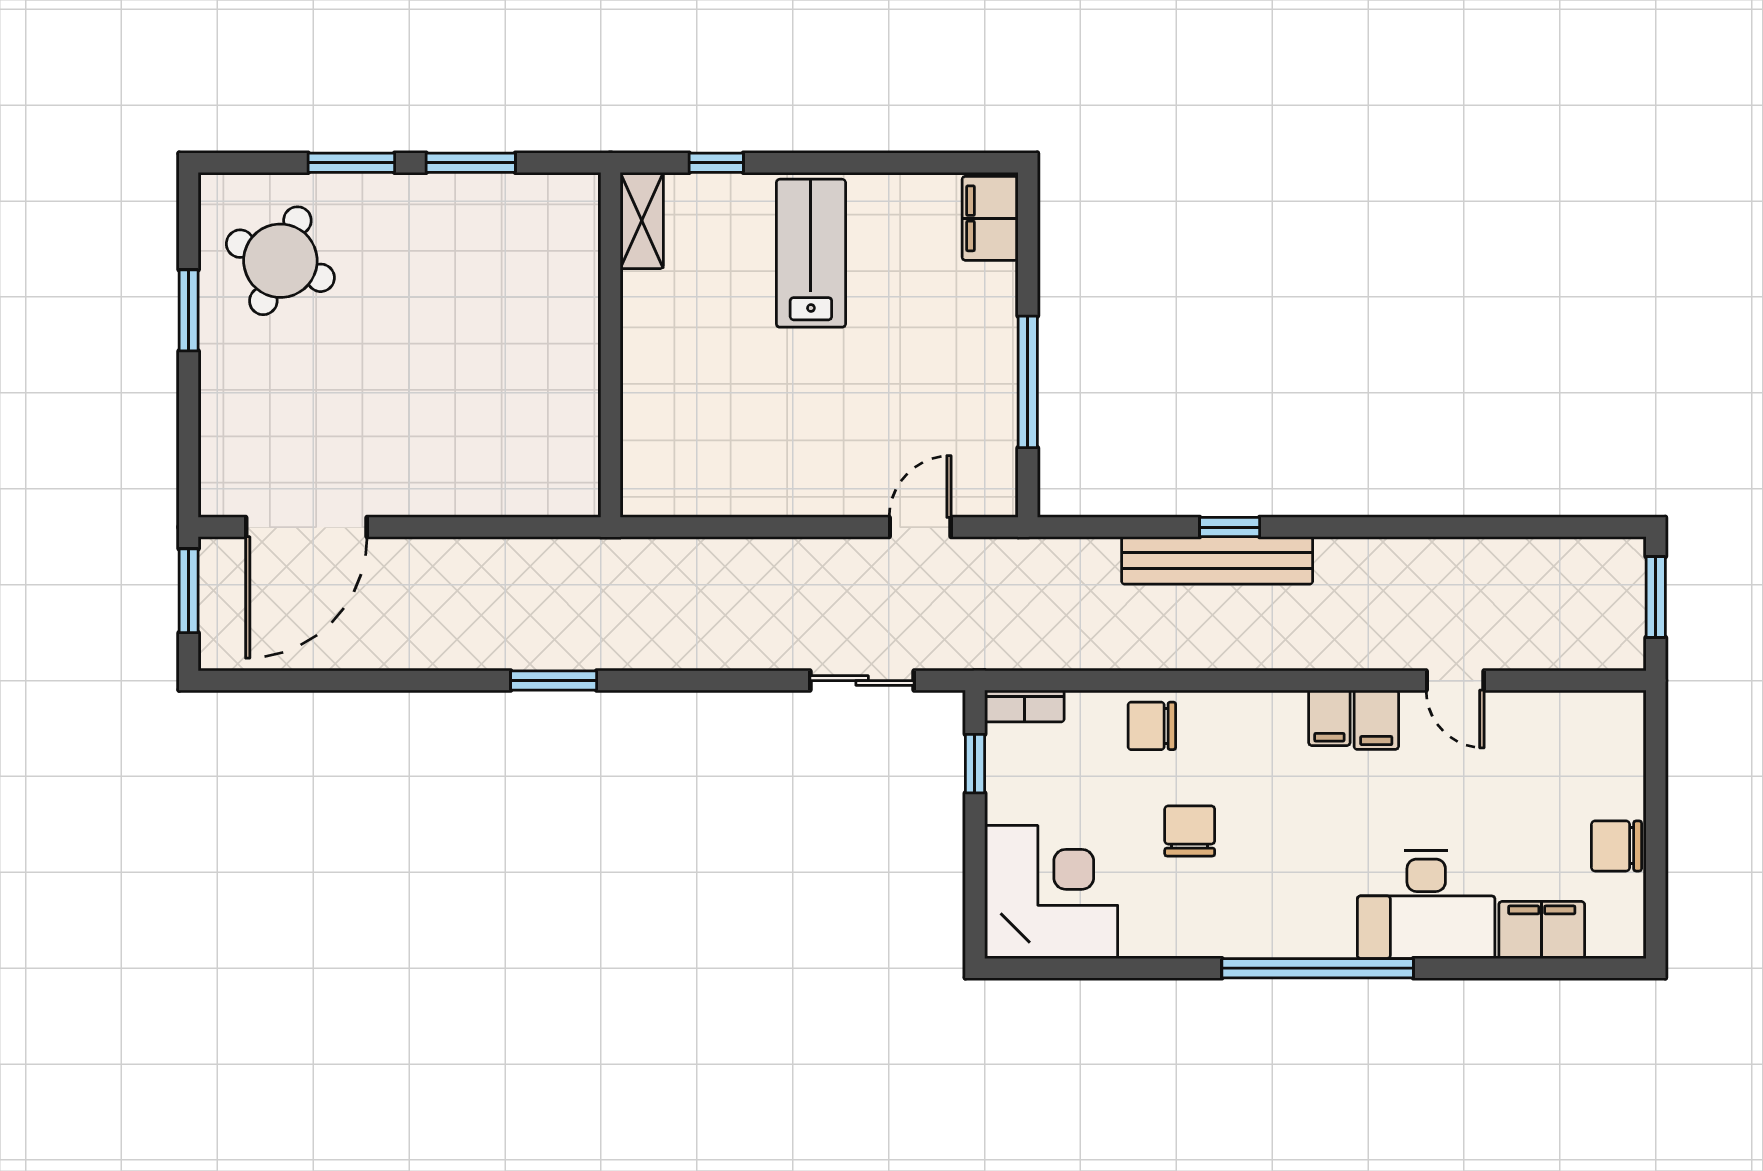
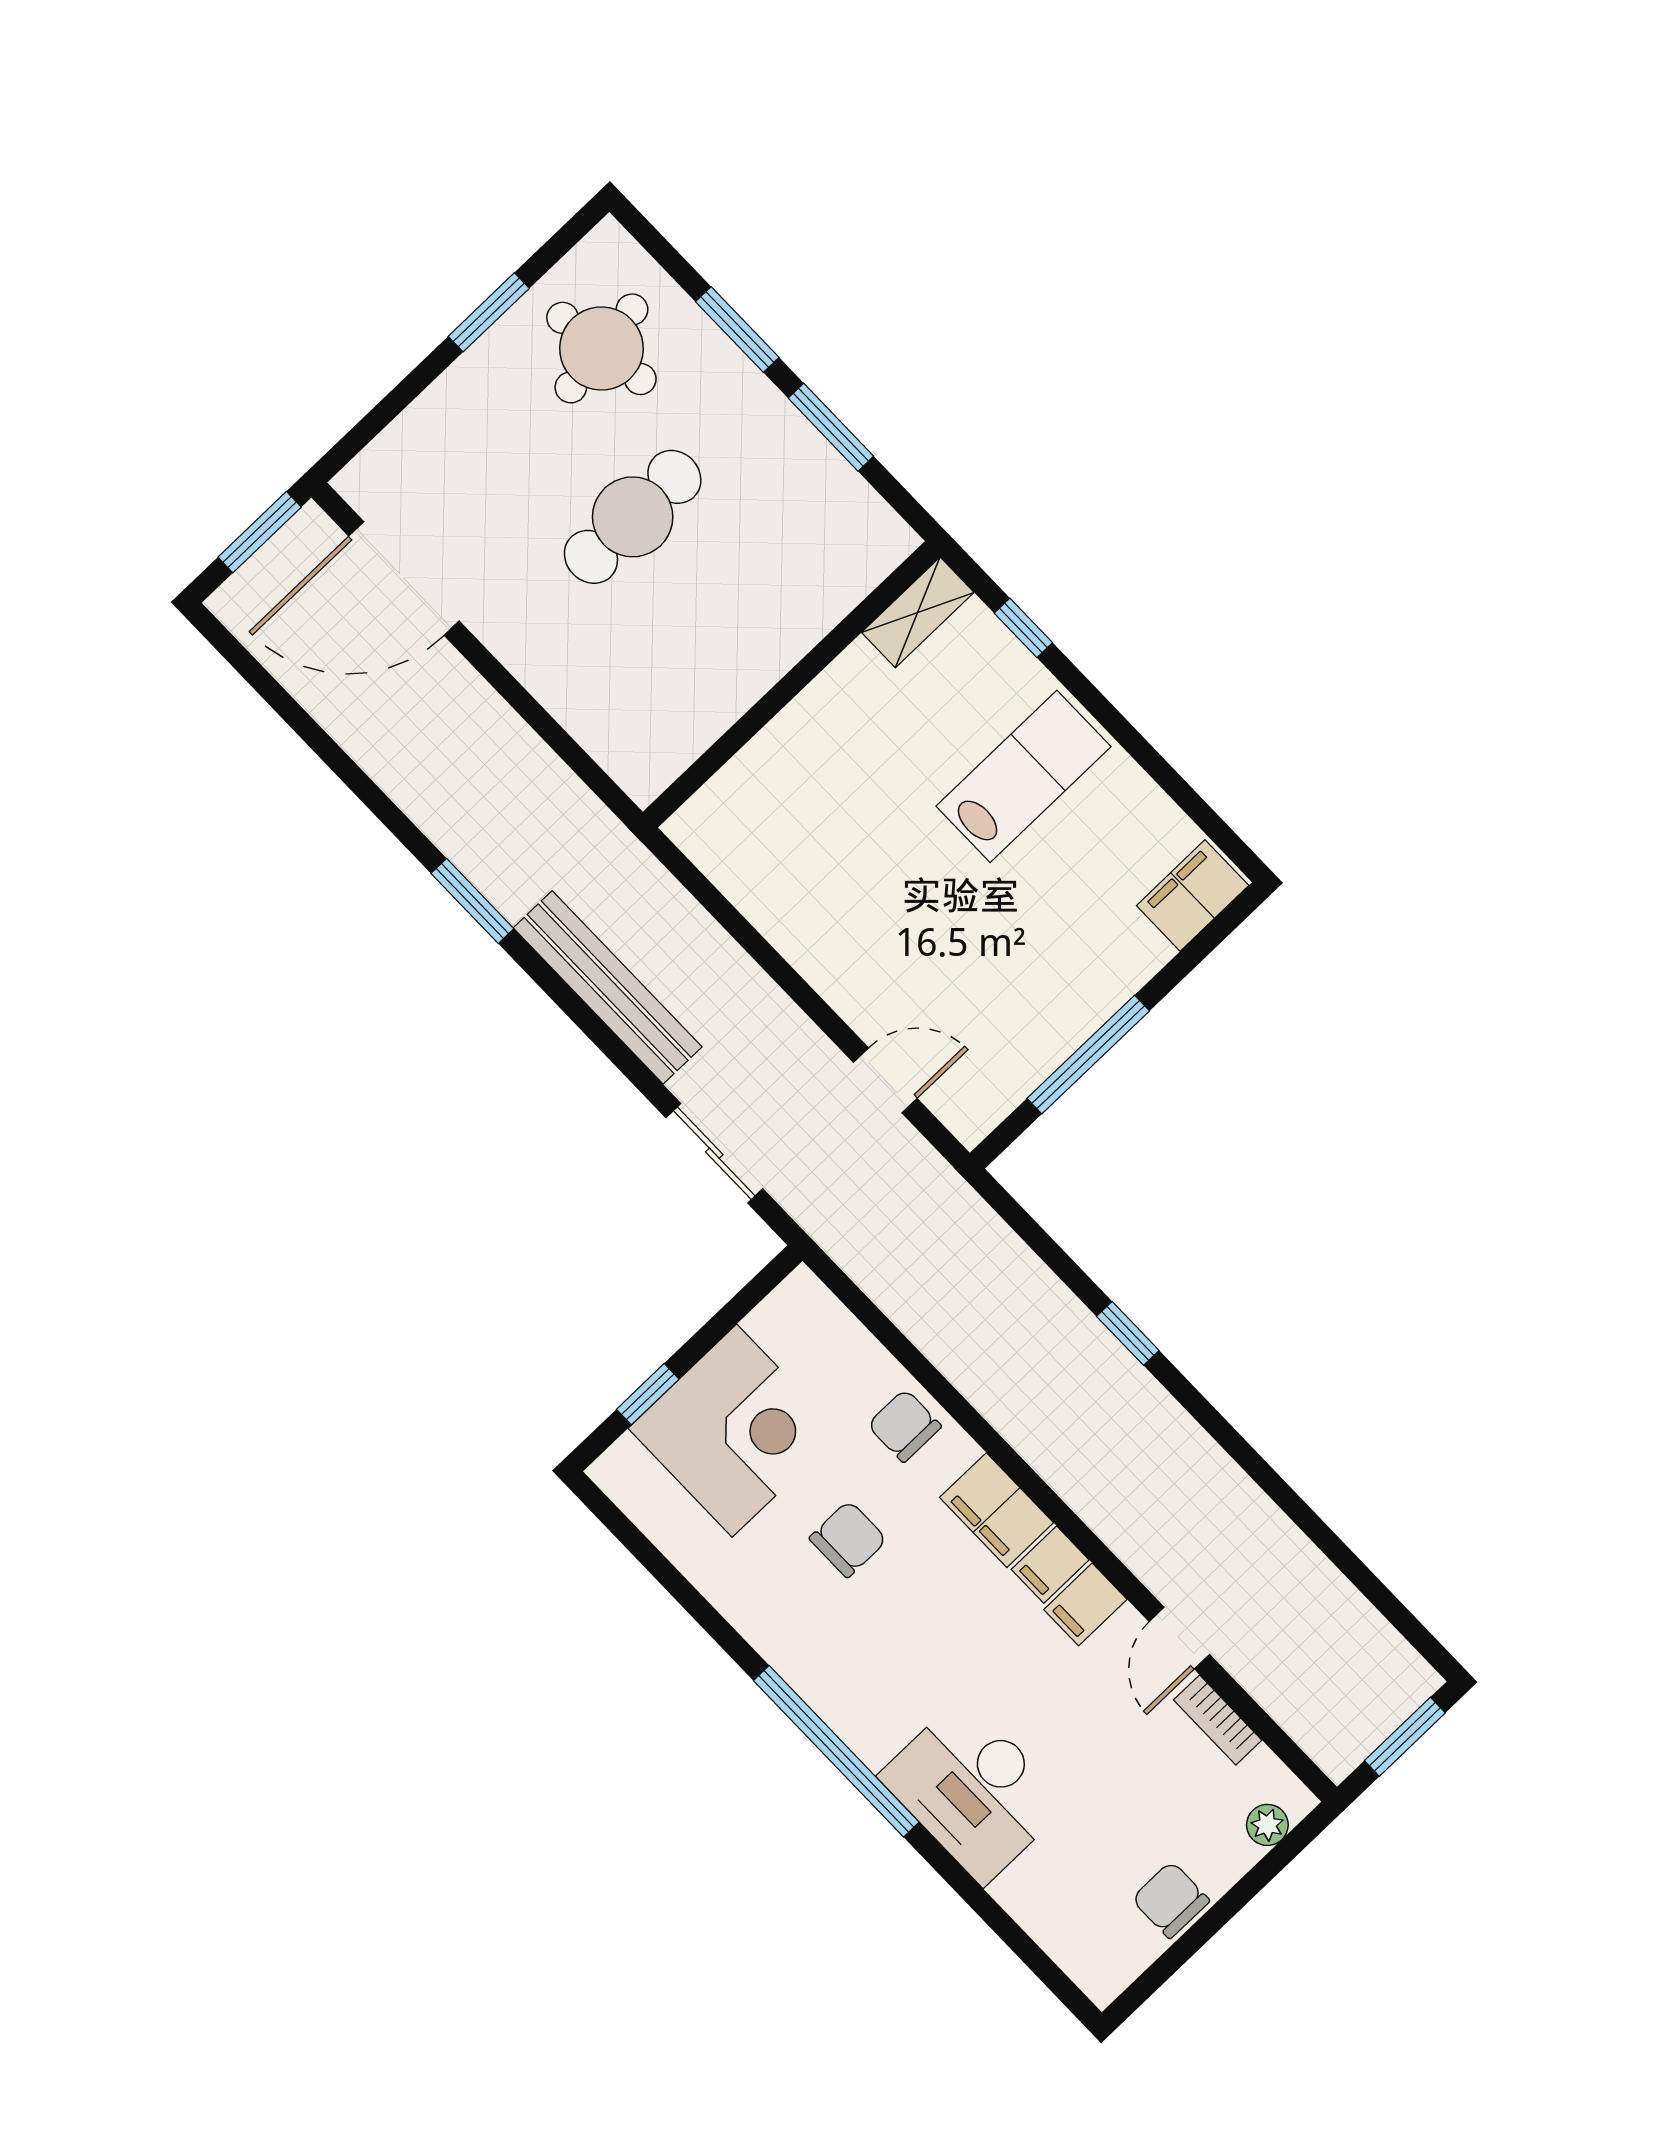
round table: (280, 261) -> (601, 348), turned -31
cafe table: (407, 344) -> (633, 517), added
bench: (1217, 560) -> (608, 987), moved
bookcase: (1024, 706) -> (1218, 1720), moved
plant: (1628, 739) -> (1267, 1825), added
window: (975, 764) -> (648, 1394), moved
corner desk: (1051, 892) -> (734, 1431), moved
filing cabinet: (1542, 930) -> (997, 1510), moved, turned 180

